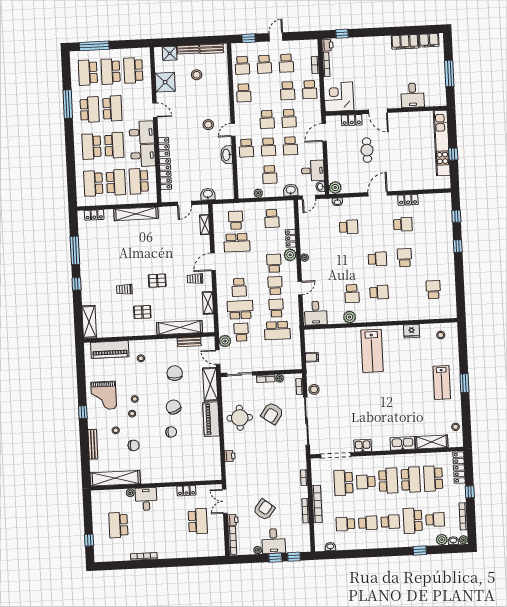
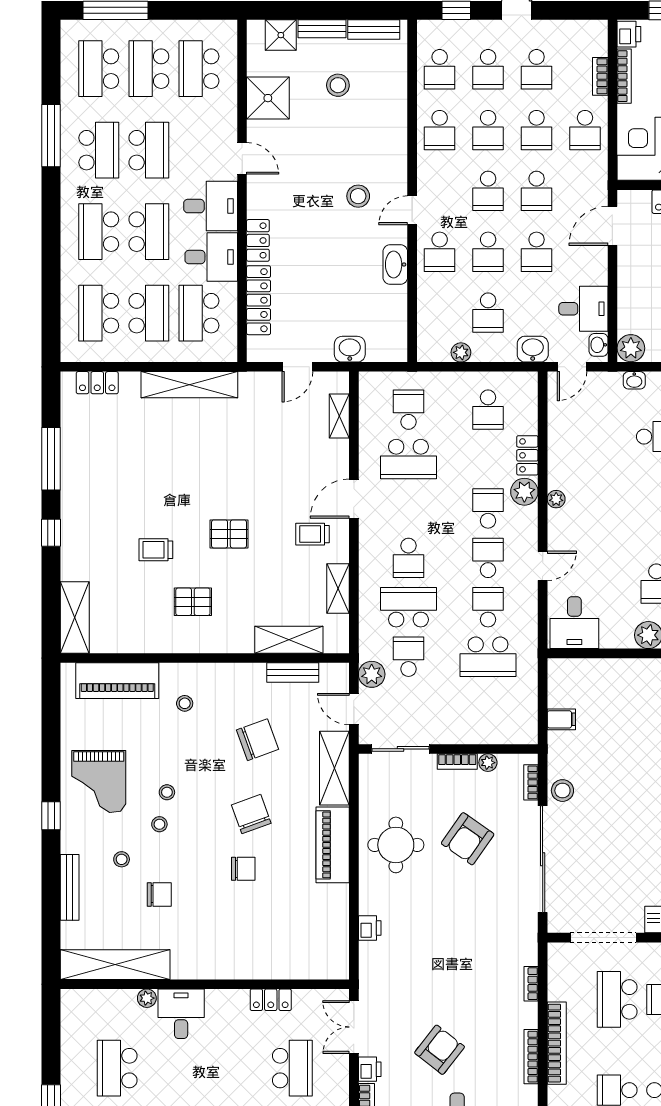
school desk: (266, 92) -> (488, 130), added
shelving: (180, 328) -> (289, 640), width x0.68
chair: (175, 373) -> (258, 740), turned 70

